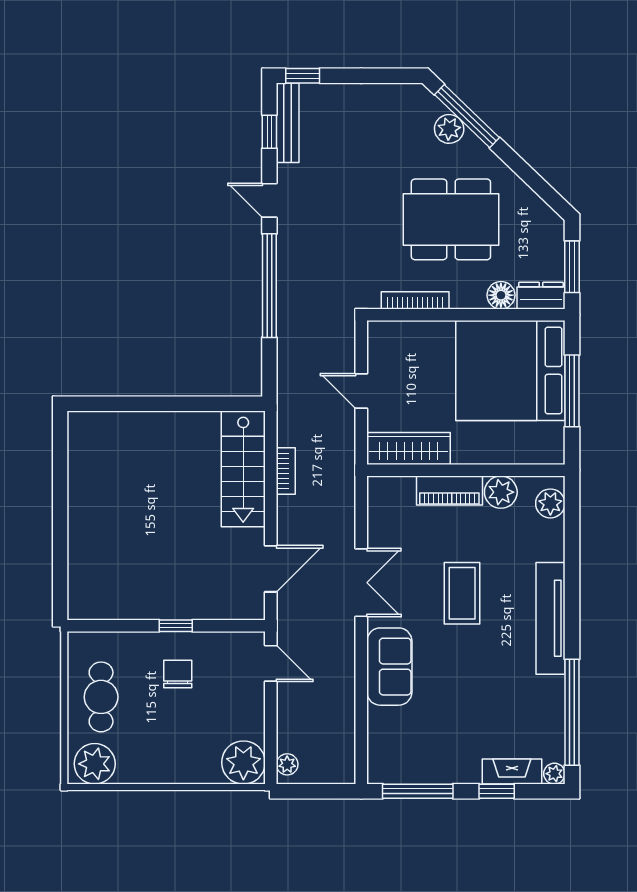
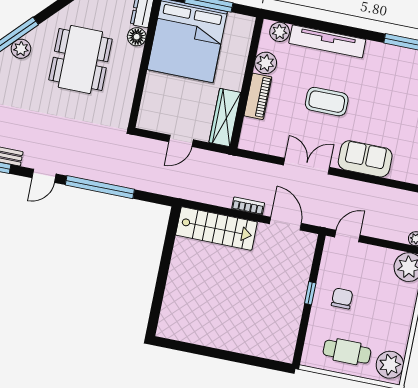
bookcase: (415, 300) -> (129, 94), removed
bookcase: (286, 471) -> (248, 206), moved
tv unit: (551, 618) -> (327, 41), moved
chair: (178, 674) -> (342, 298), turned 90

